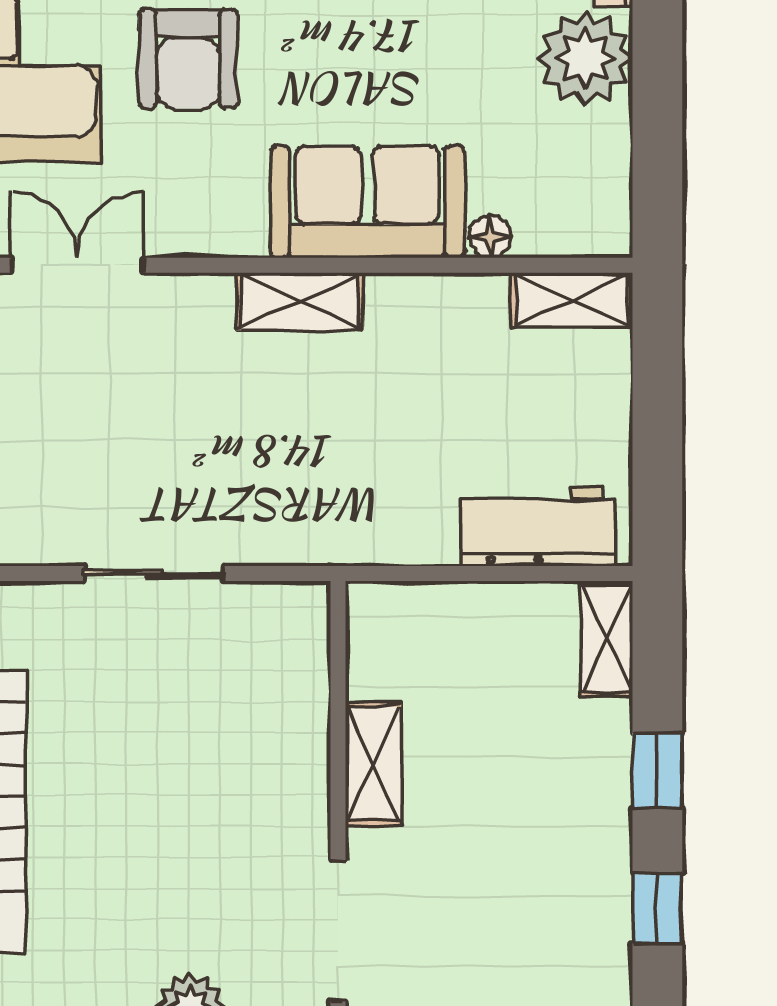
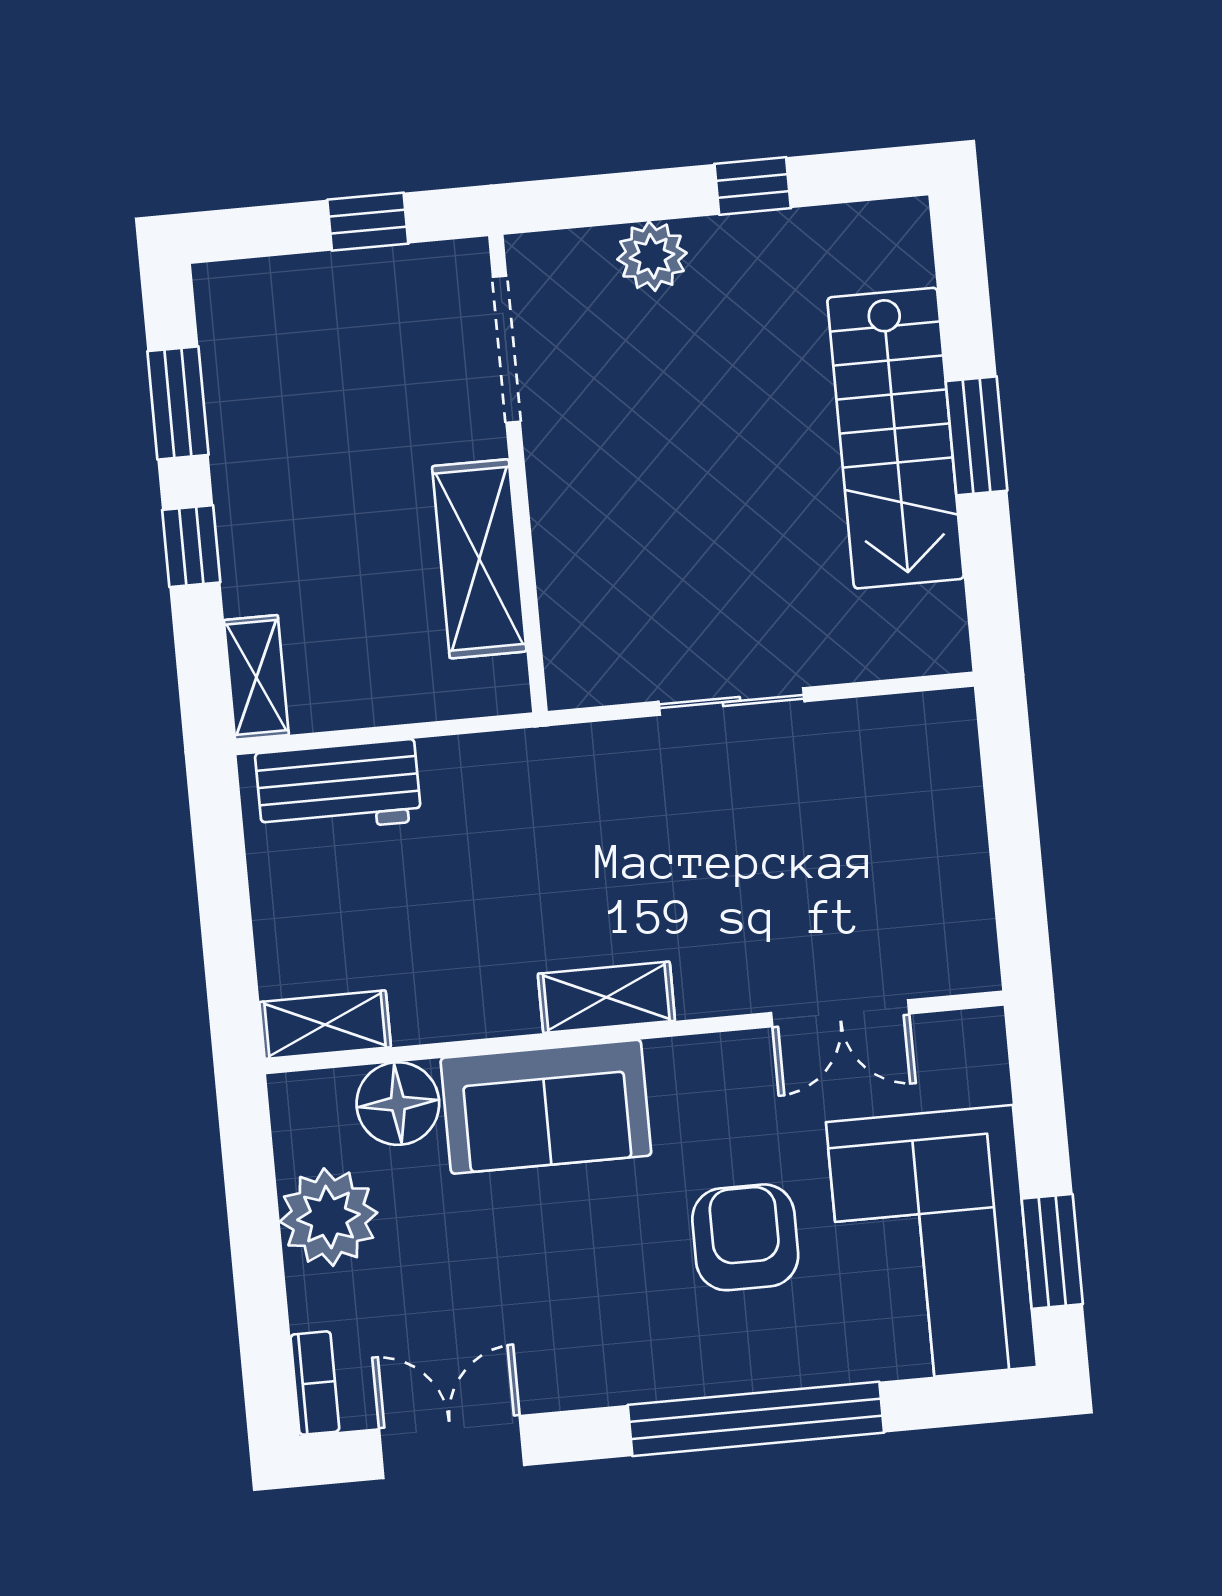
plant: (585, 58) -> (329, 1217), moved
floor lamp: (490, 237) -> (398, 1104), width x1.89, depth x1.89
shelving: (373, 764) -> (479, 559), width x1.50, depth x1.33
window: (657, 909) -> (178, 403), width x1.50

